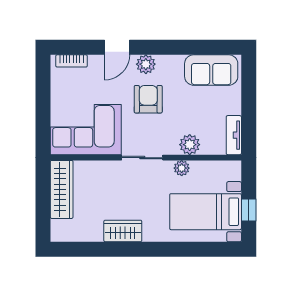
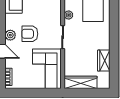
plant: (190, 145) -> (55, 10), removed
wardrobe: (123, 231) -> (104, 61), moved

